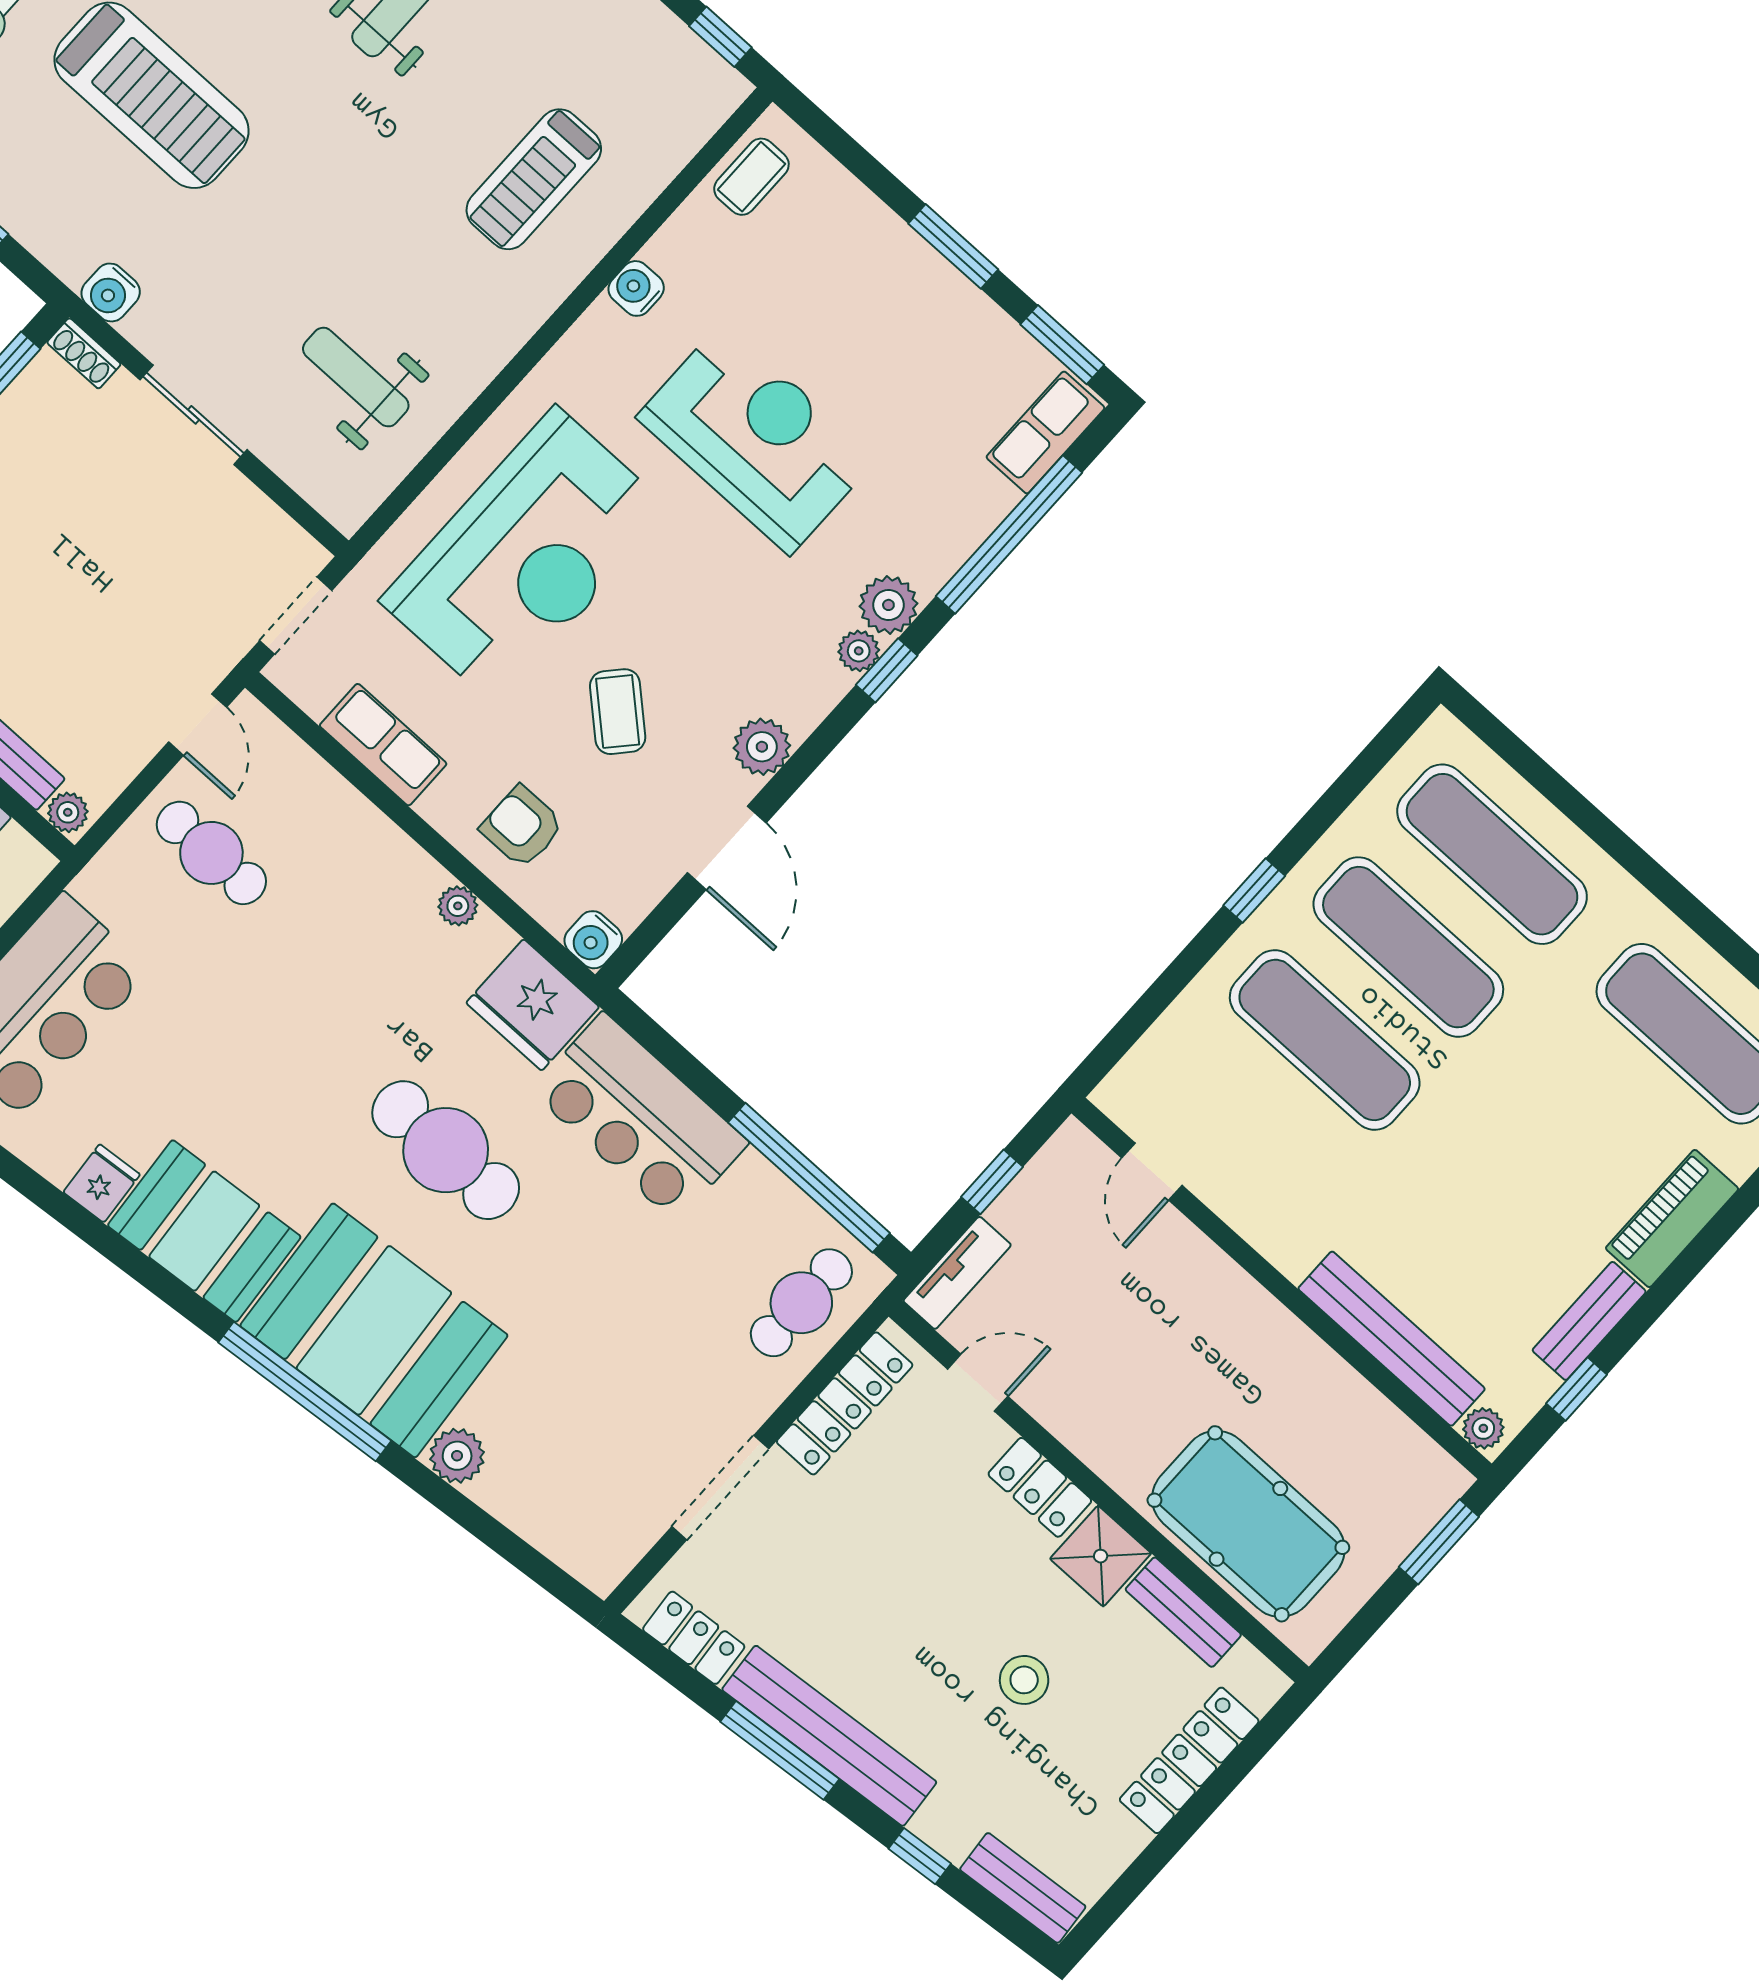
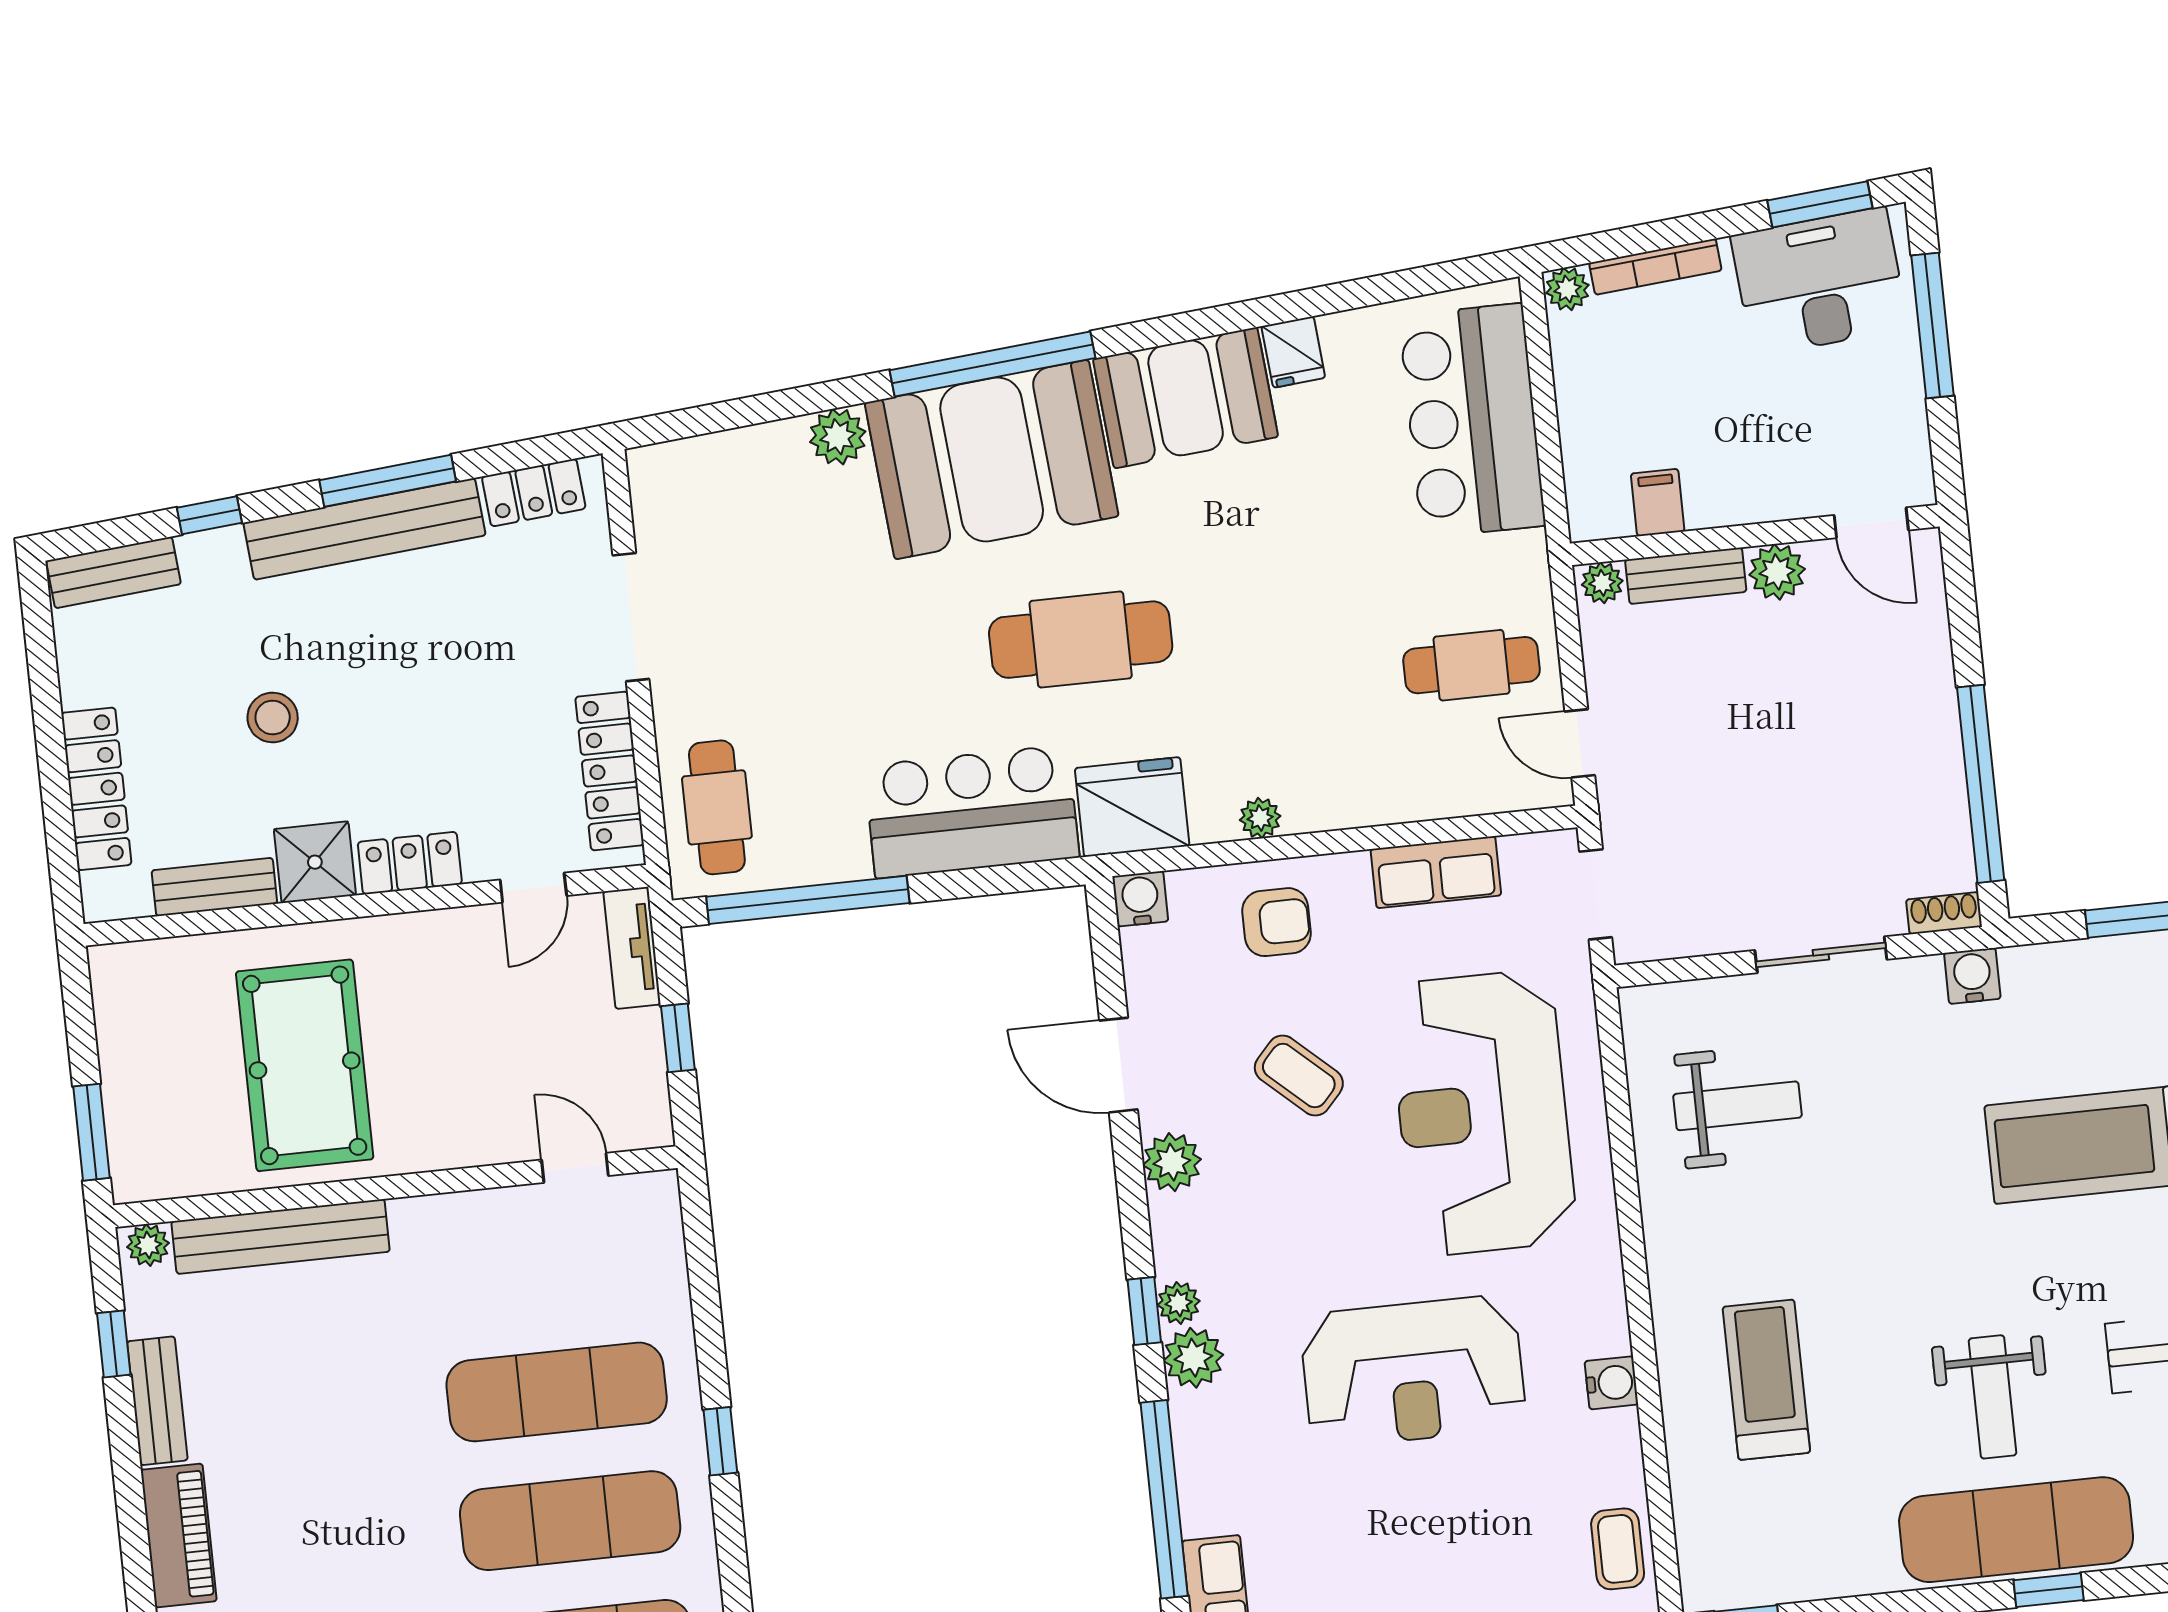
pool table: (1248, 1524) -> (305, 1065), moved, turned 90

